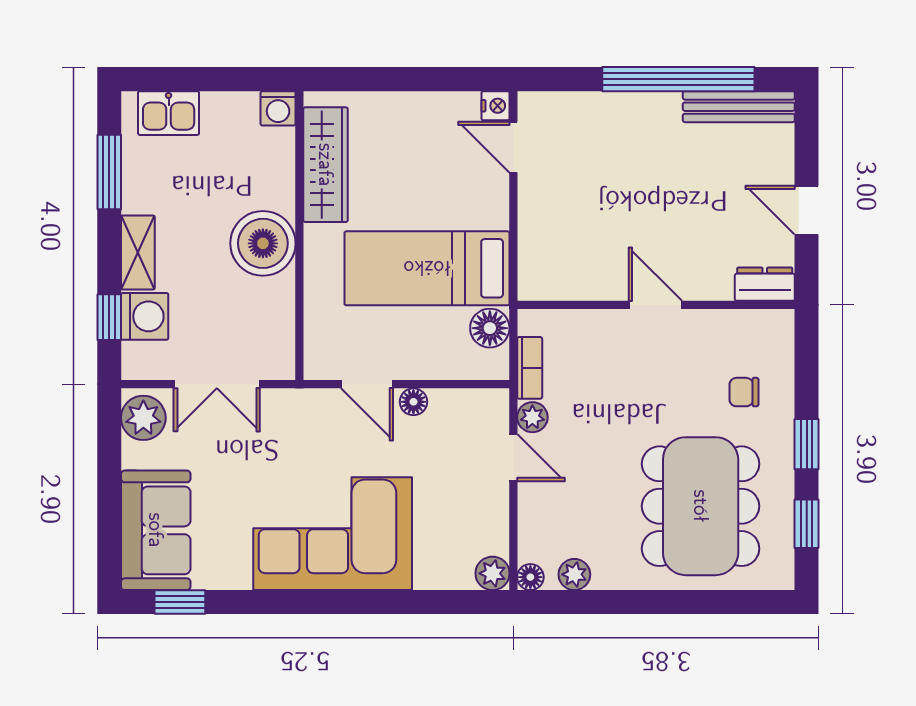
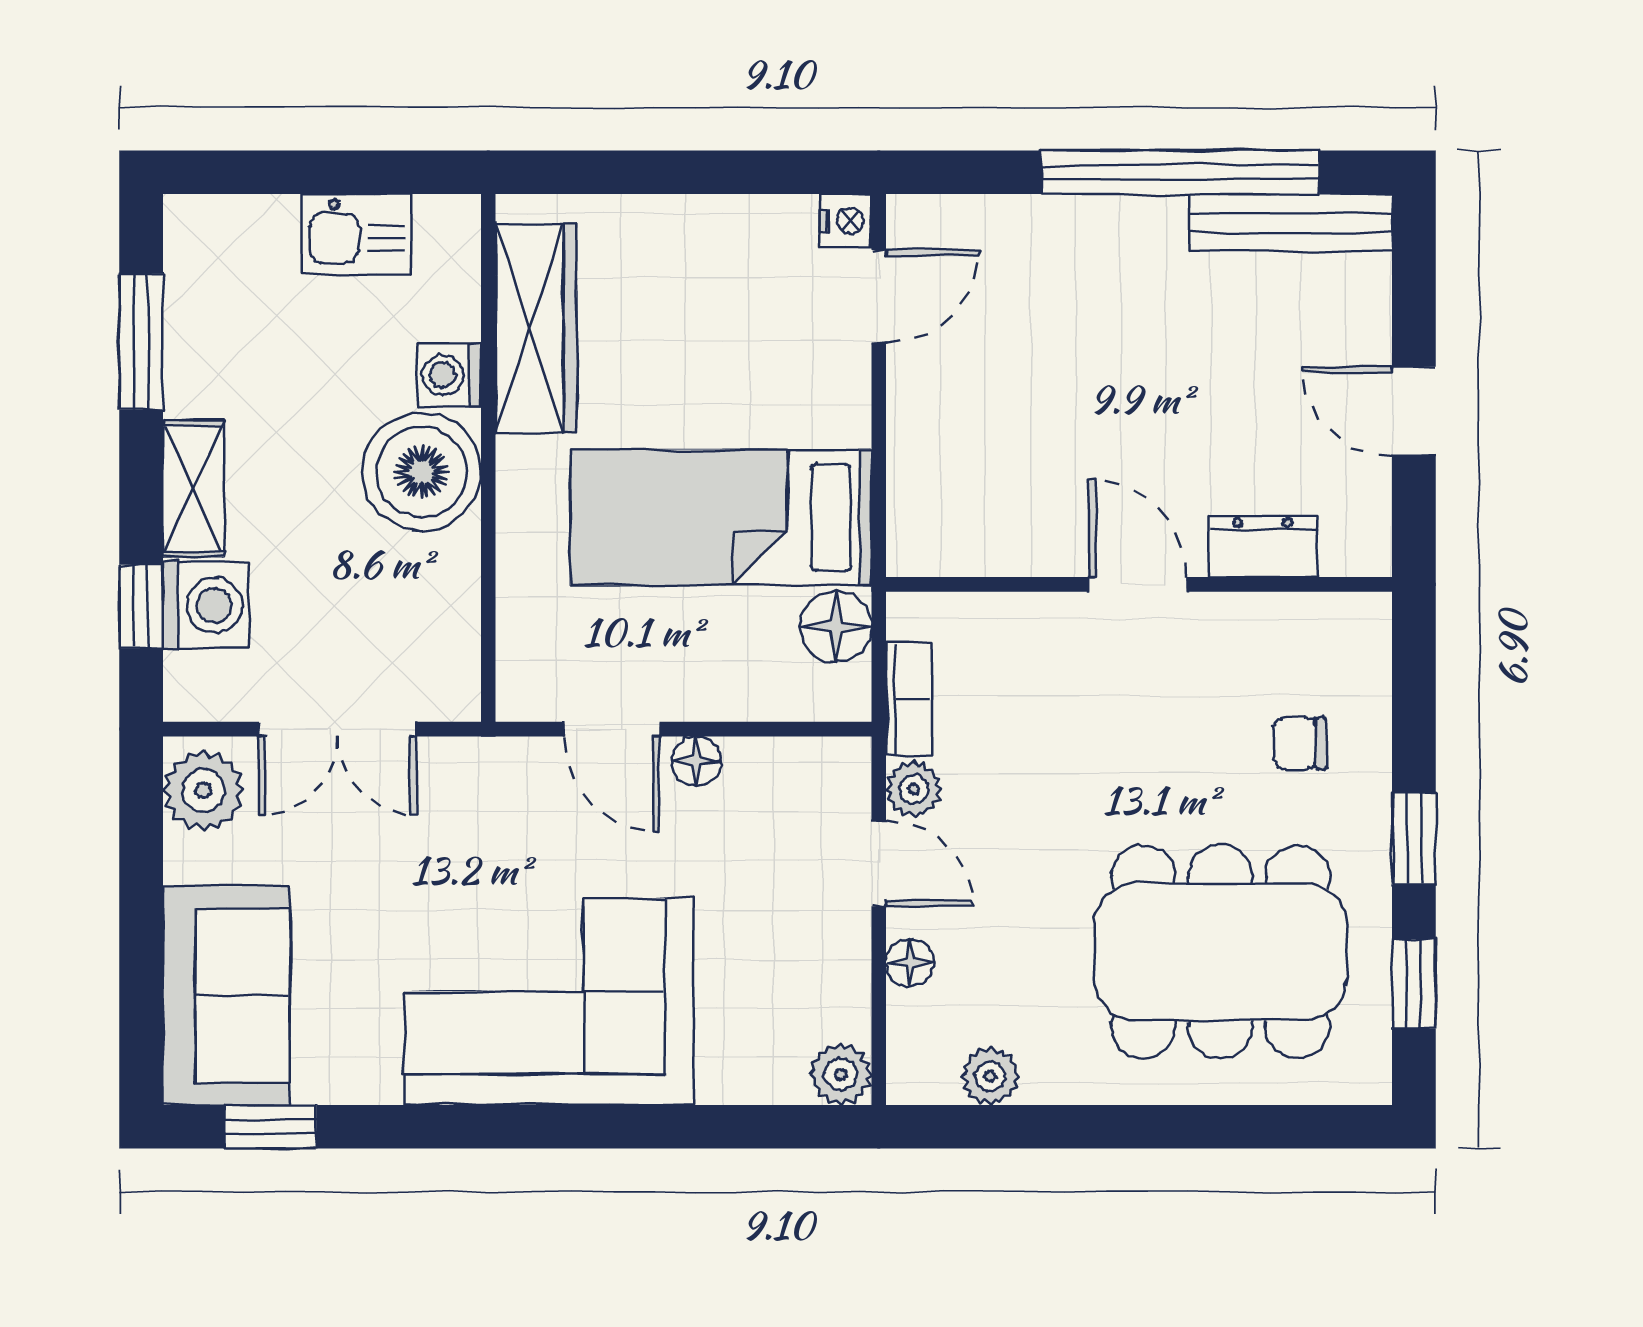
washing machine: (278, 108) -> (449, 375), moved, turned 90
kitchen sink: (169, 113) -> (356, 234), moved
door: (513, 147) -> (879, 296), swing flipped
dresser: (765, 284) -> (1262, 547), moved
dining table: (701, 506) -> (1220, 952), turned 90
floor lamp: (530, 577) -> (910, 963), moved

